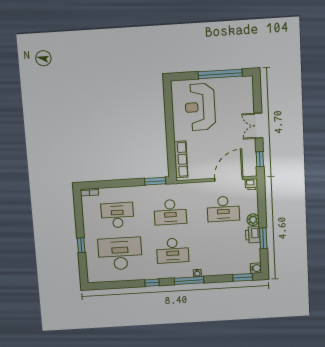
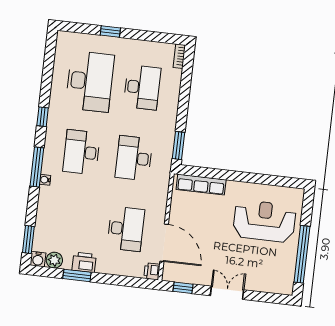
desk: (223, 209) -> (126, 229), turned 180
plant: (253, 220) -> (54, 260), moved

